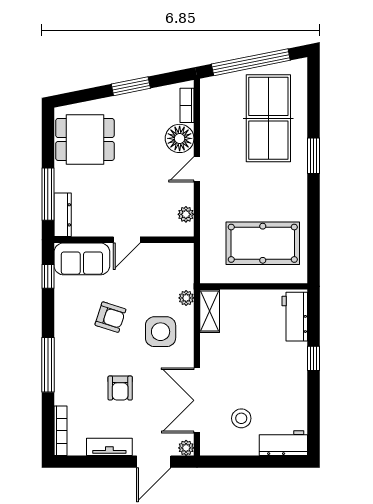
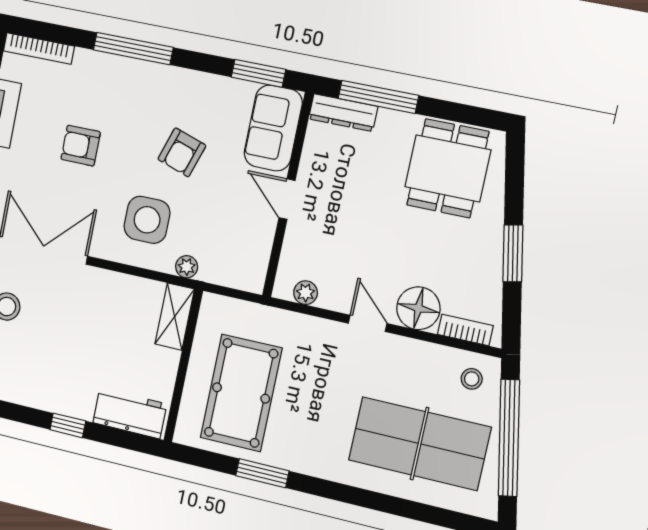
stool: (218, 94) -> (472, 379), added
window: (313, 156) -> (262, 473), moved
window: (48, 276) -> (258, 73), width x1.50
shelving: (210, 311) -> (175, 317), moved, turned 90

